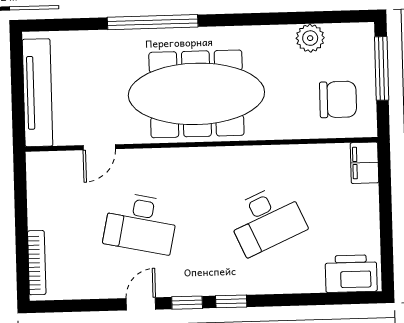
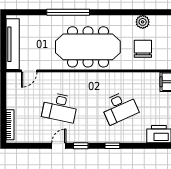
chair: (338, 99) -> (143, 49), moved, turned -90
door: (99, 147) -> (29, 71), moved
window: (231, 301) -> (112, 146), moved

